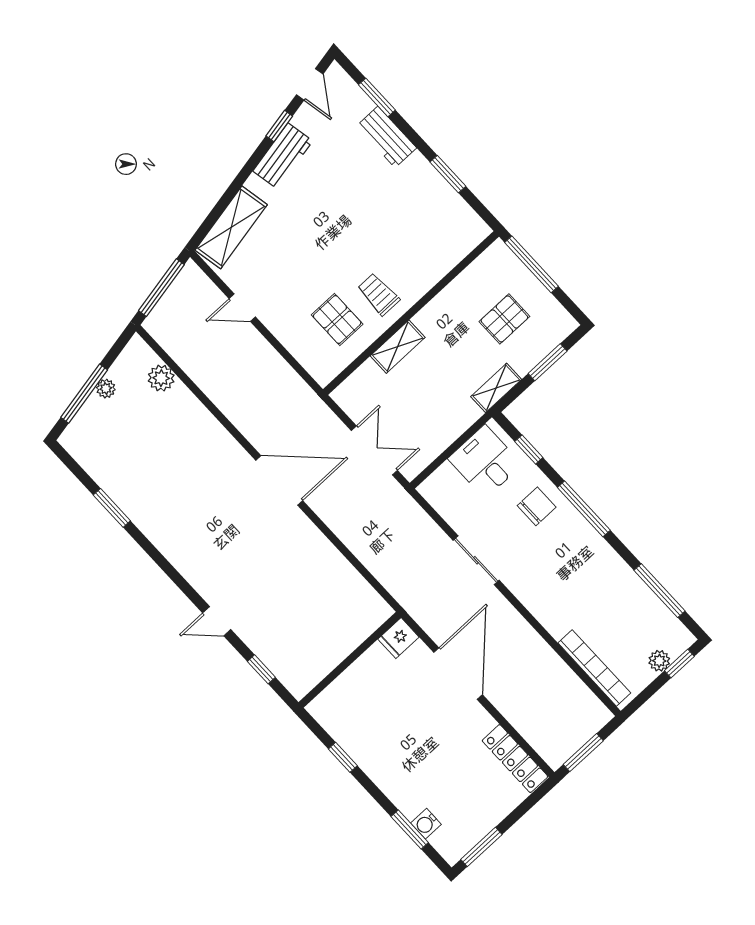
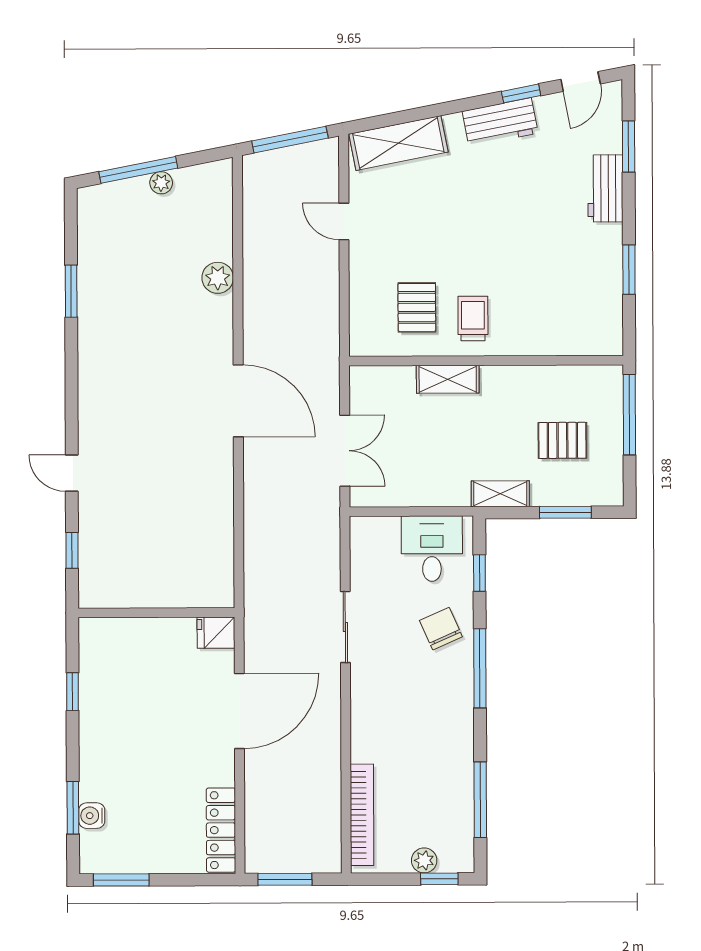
plant: (161, 378) -> (218, 278), moved
chair: (537, 506) -> (441, 629), turned -114

